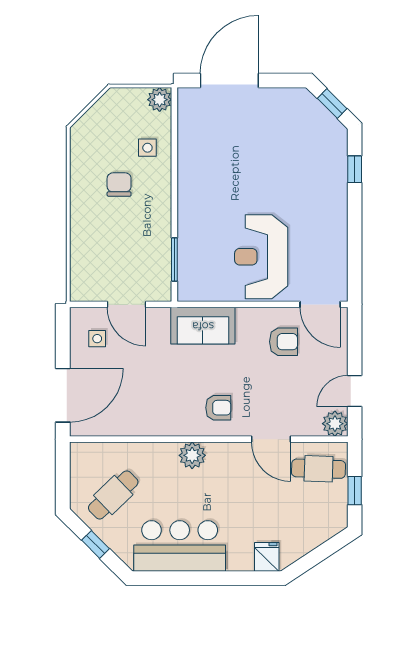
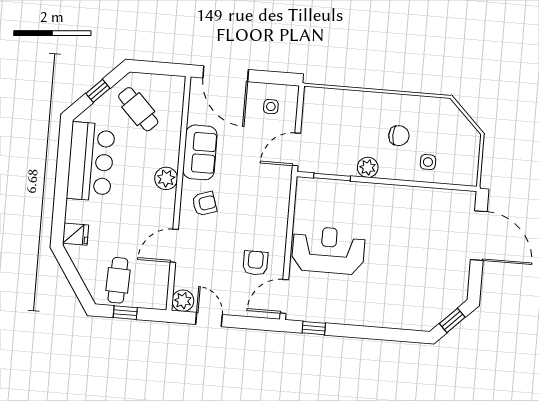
plant: (160, 100) -> (368, 167), moved
window: (355, 169) -> (314, 328), moved
door: (126, 304) -> (296, 149), moved
sofa: (203, 326) -> (200, 152), moved, turned 180
armchair: (283, 342) -> (255, 263), turned 180
armchair: (218, 408) -> (204, 204), turned -108
cafe table: (319, 469) -> (118, 280), moved

